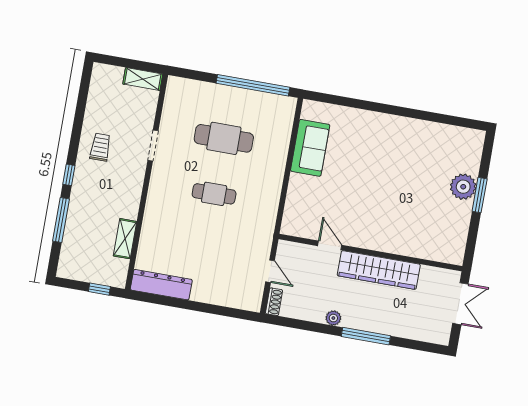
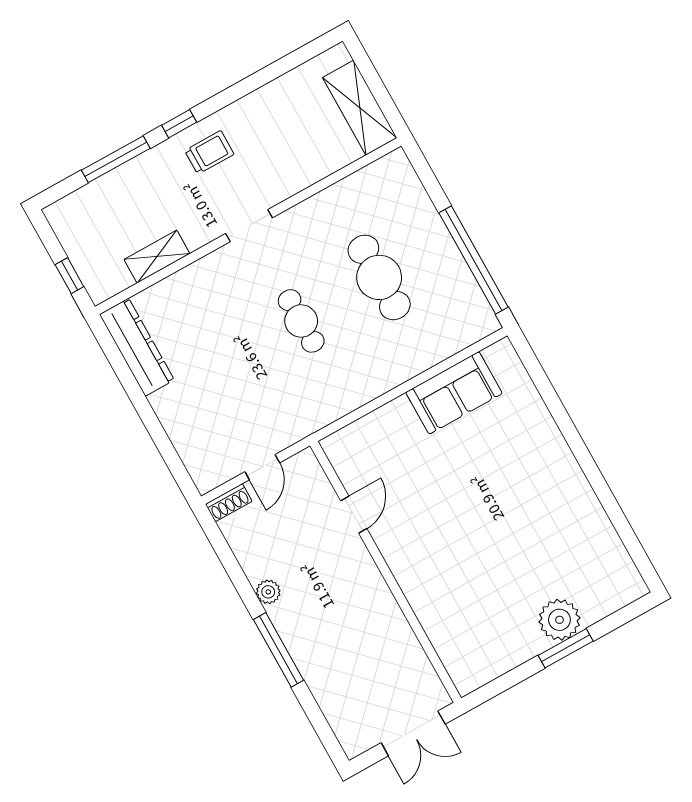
shelving: (143, 79) -> (360, 108), width x1.50, depth x1.33
doorway: (153, 145) -> (249, 226), moved
trolley: (100, 147) -> (209, 152), moved
wardrobe: (379, 270) -> (373, 599), removed

